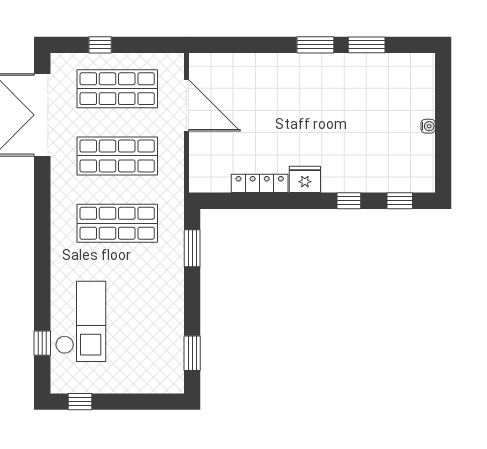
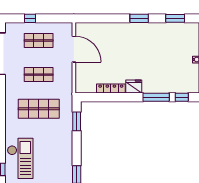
window: (367, 45) -> (175, 18), moved
shop shelf: (117, 89) -> (39, 41), width x0.70, depth x0.74
shop shelf: (117, 156) -> (39, 75), width x0.70, depth x0.74
window: (349, 201) -> (156, 97), width x2.17

